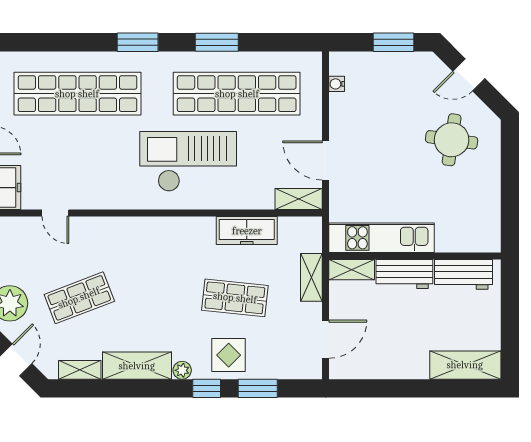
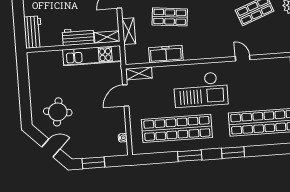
door: (326, 161) -> (126, 95), swing flipped
door: (55, 213) -> (243, 58), moved
workbench: (464, 274) -> (33, 32), moved, turned 90

